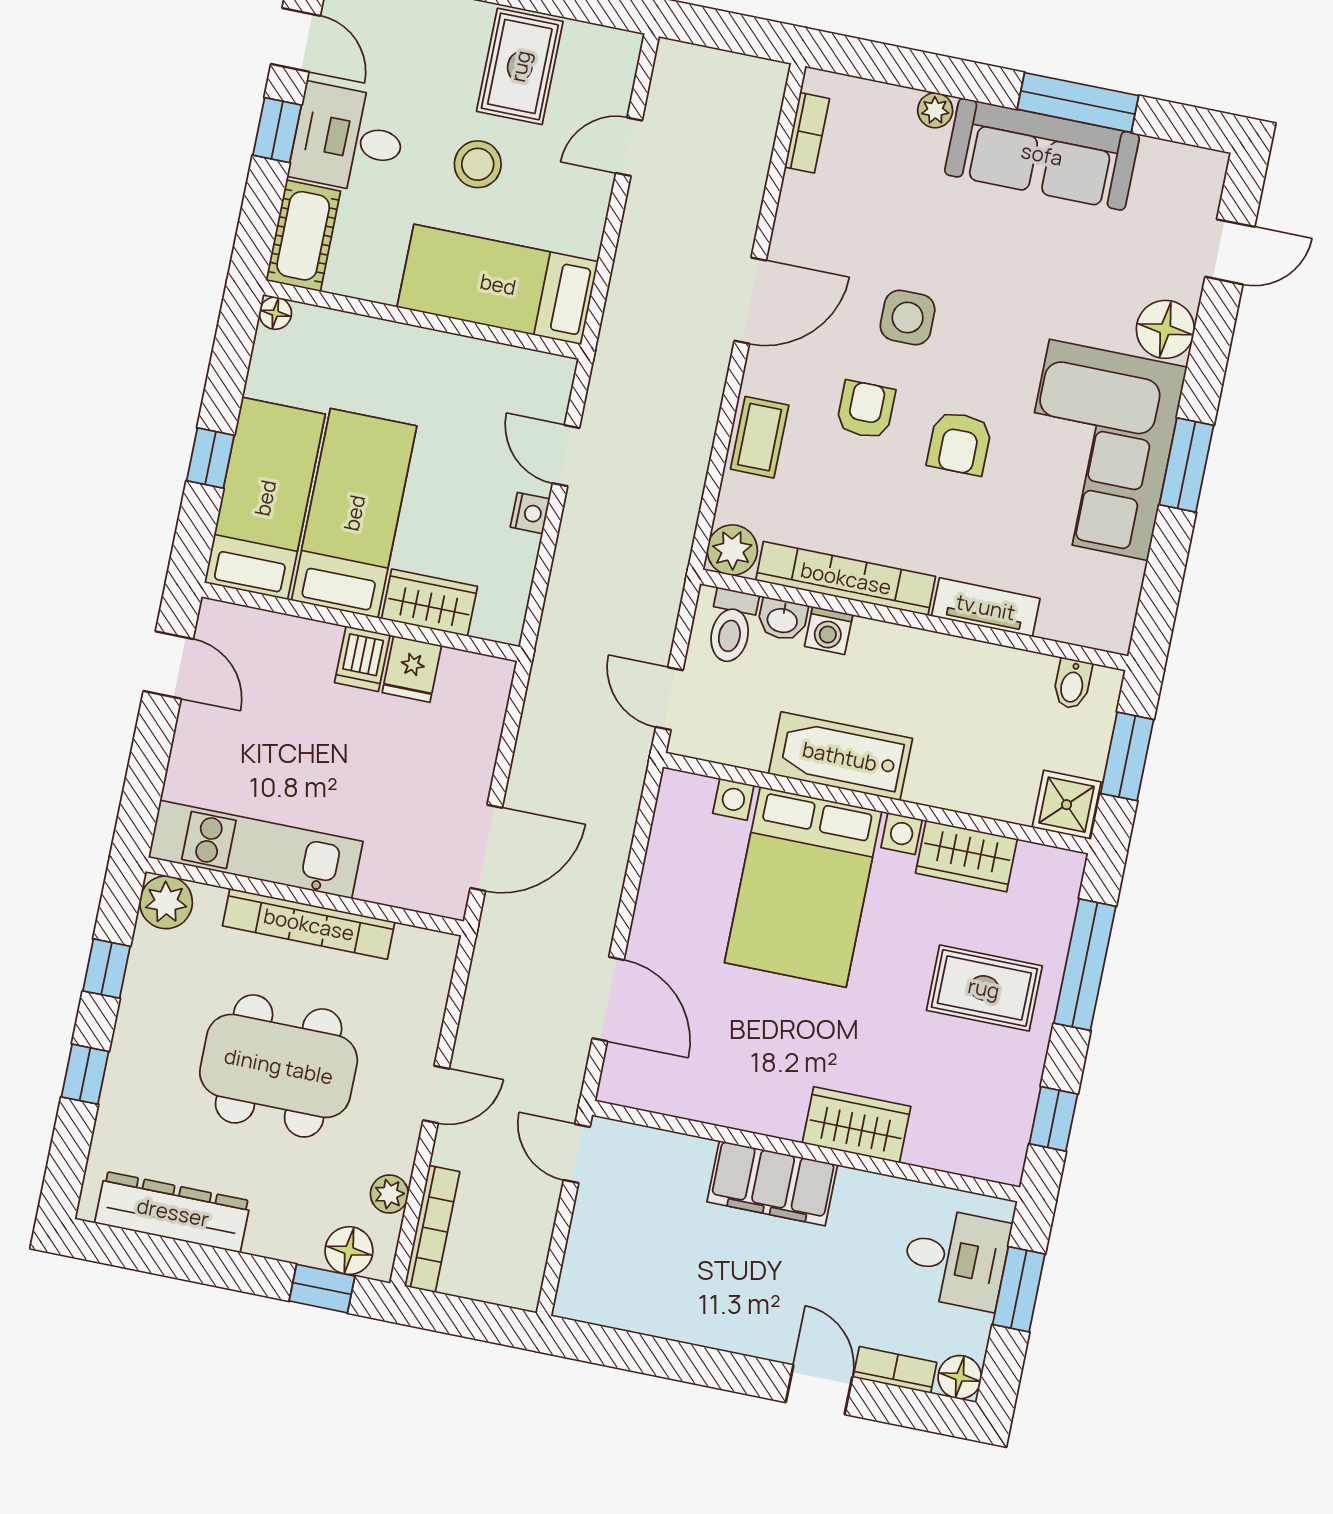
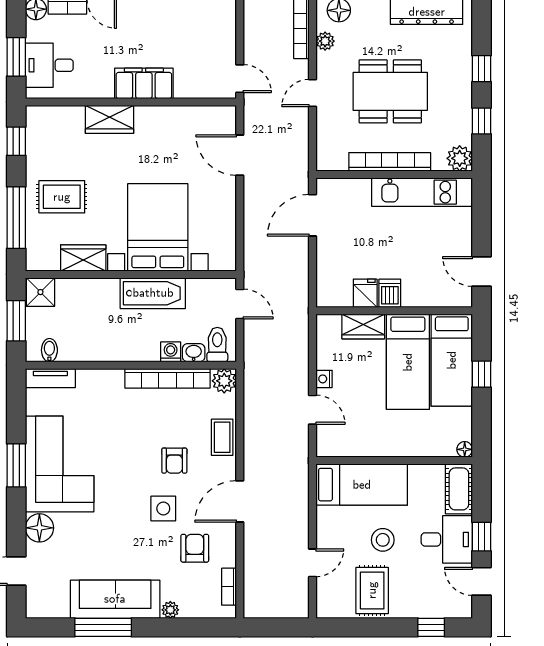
armchair: (959, 443) -> (195, 548), moved
tv unit: (986, 607) -> (50, 378), moved

